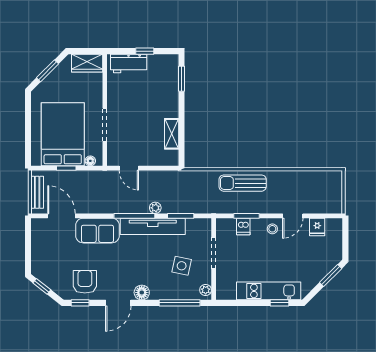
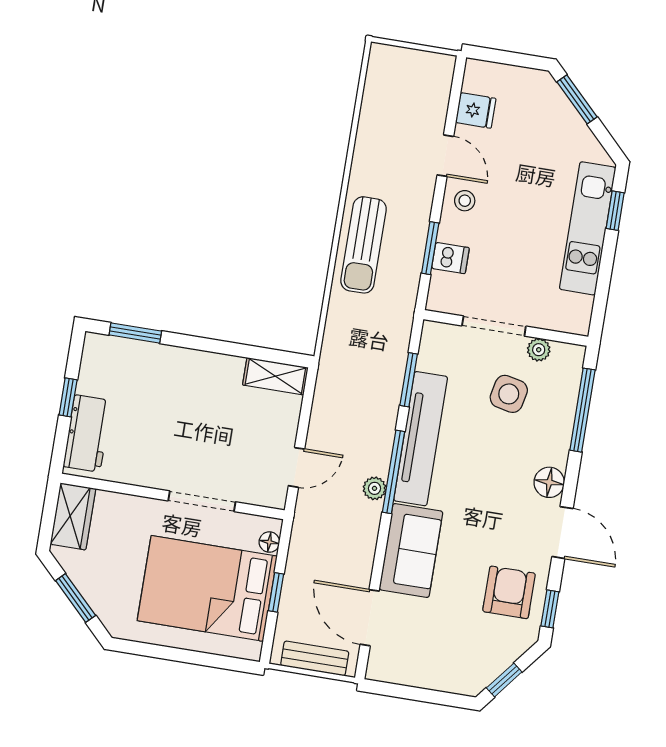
shelving: (172, 134) -> (275, 376), moved
plant: (155, 208) -> (374, 488), moved
door: (61, 216) -> (370, 618), hinge flipped
armchair: (85, 282) -> (509, 592), turned 90
plant: (206, 290) -> (539, 350), moved

